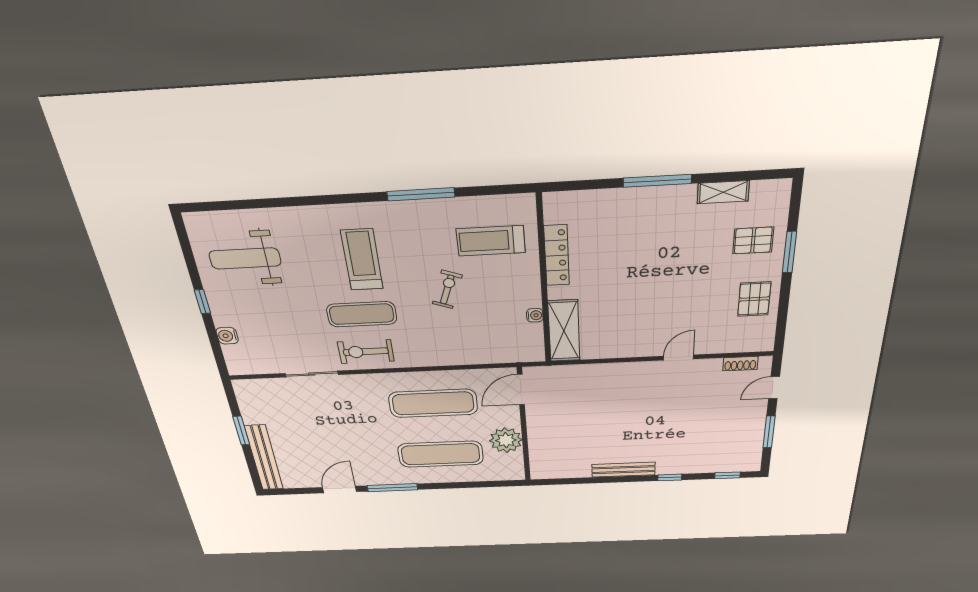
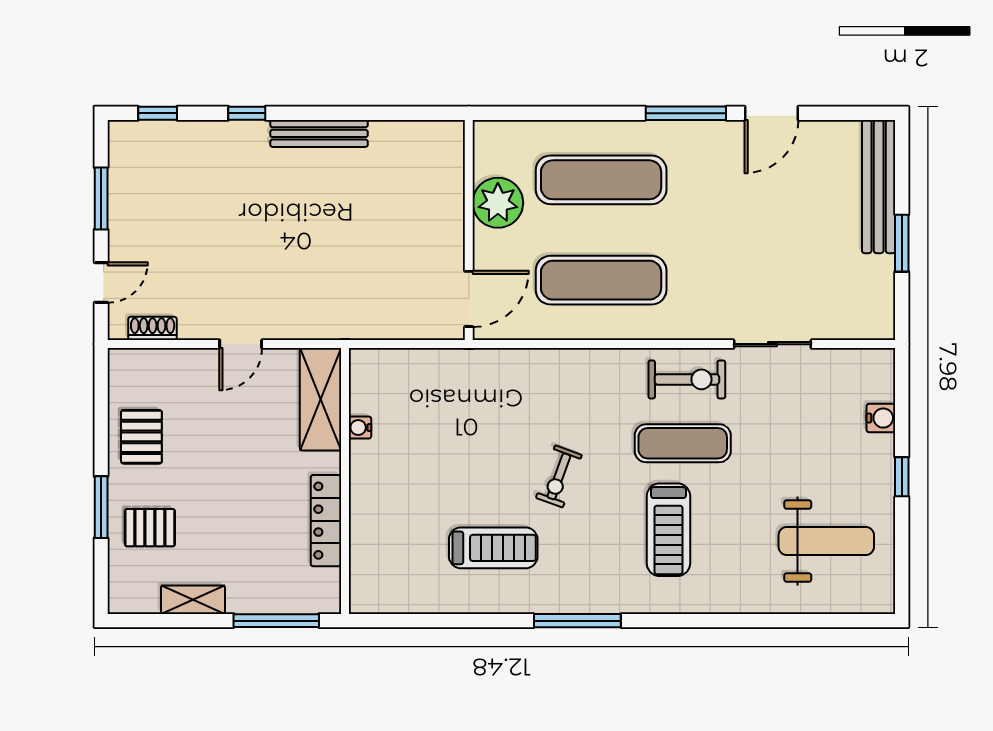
locker: (557, 255) -> (326, 521), moved
wall: (544, 282) -> (345, 481), moved
water cooler: (535, 315) -> (360, 428), moved
shelving: (564, 331) -> (320, 399), moved

